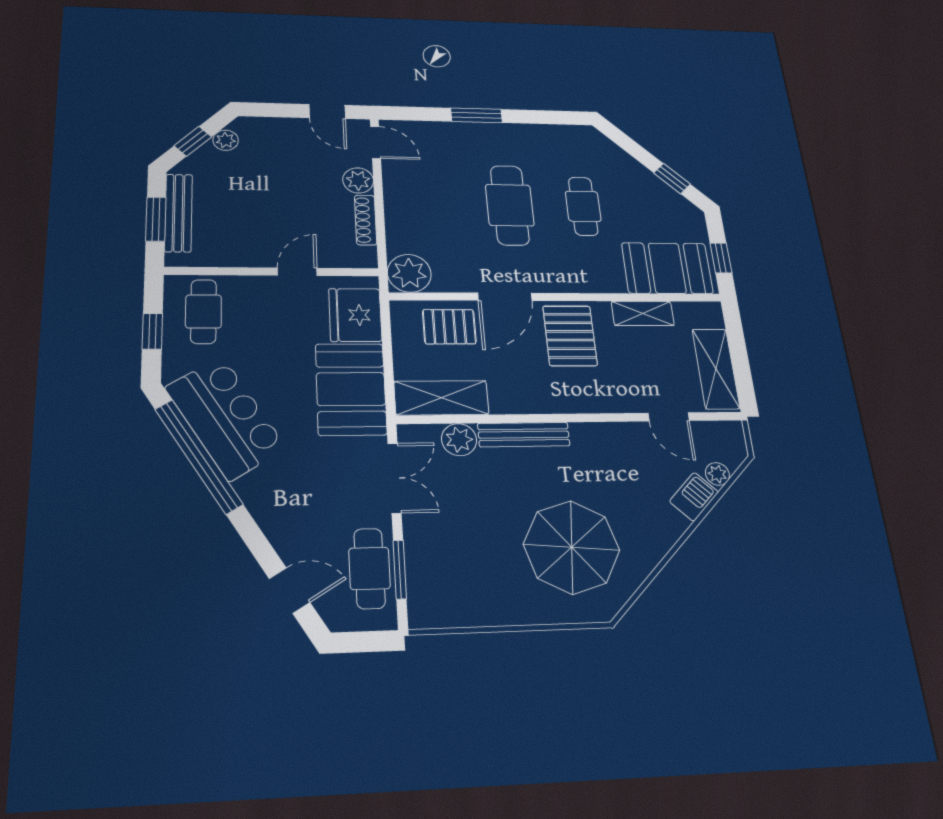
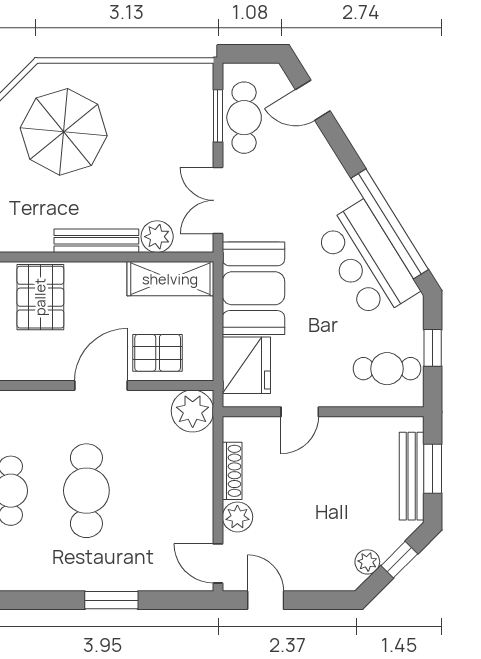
cafe table: (203, 311) -> (387, 369), turned 90
pallet: (570, 336) -> (40, 297), moved

